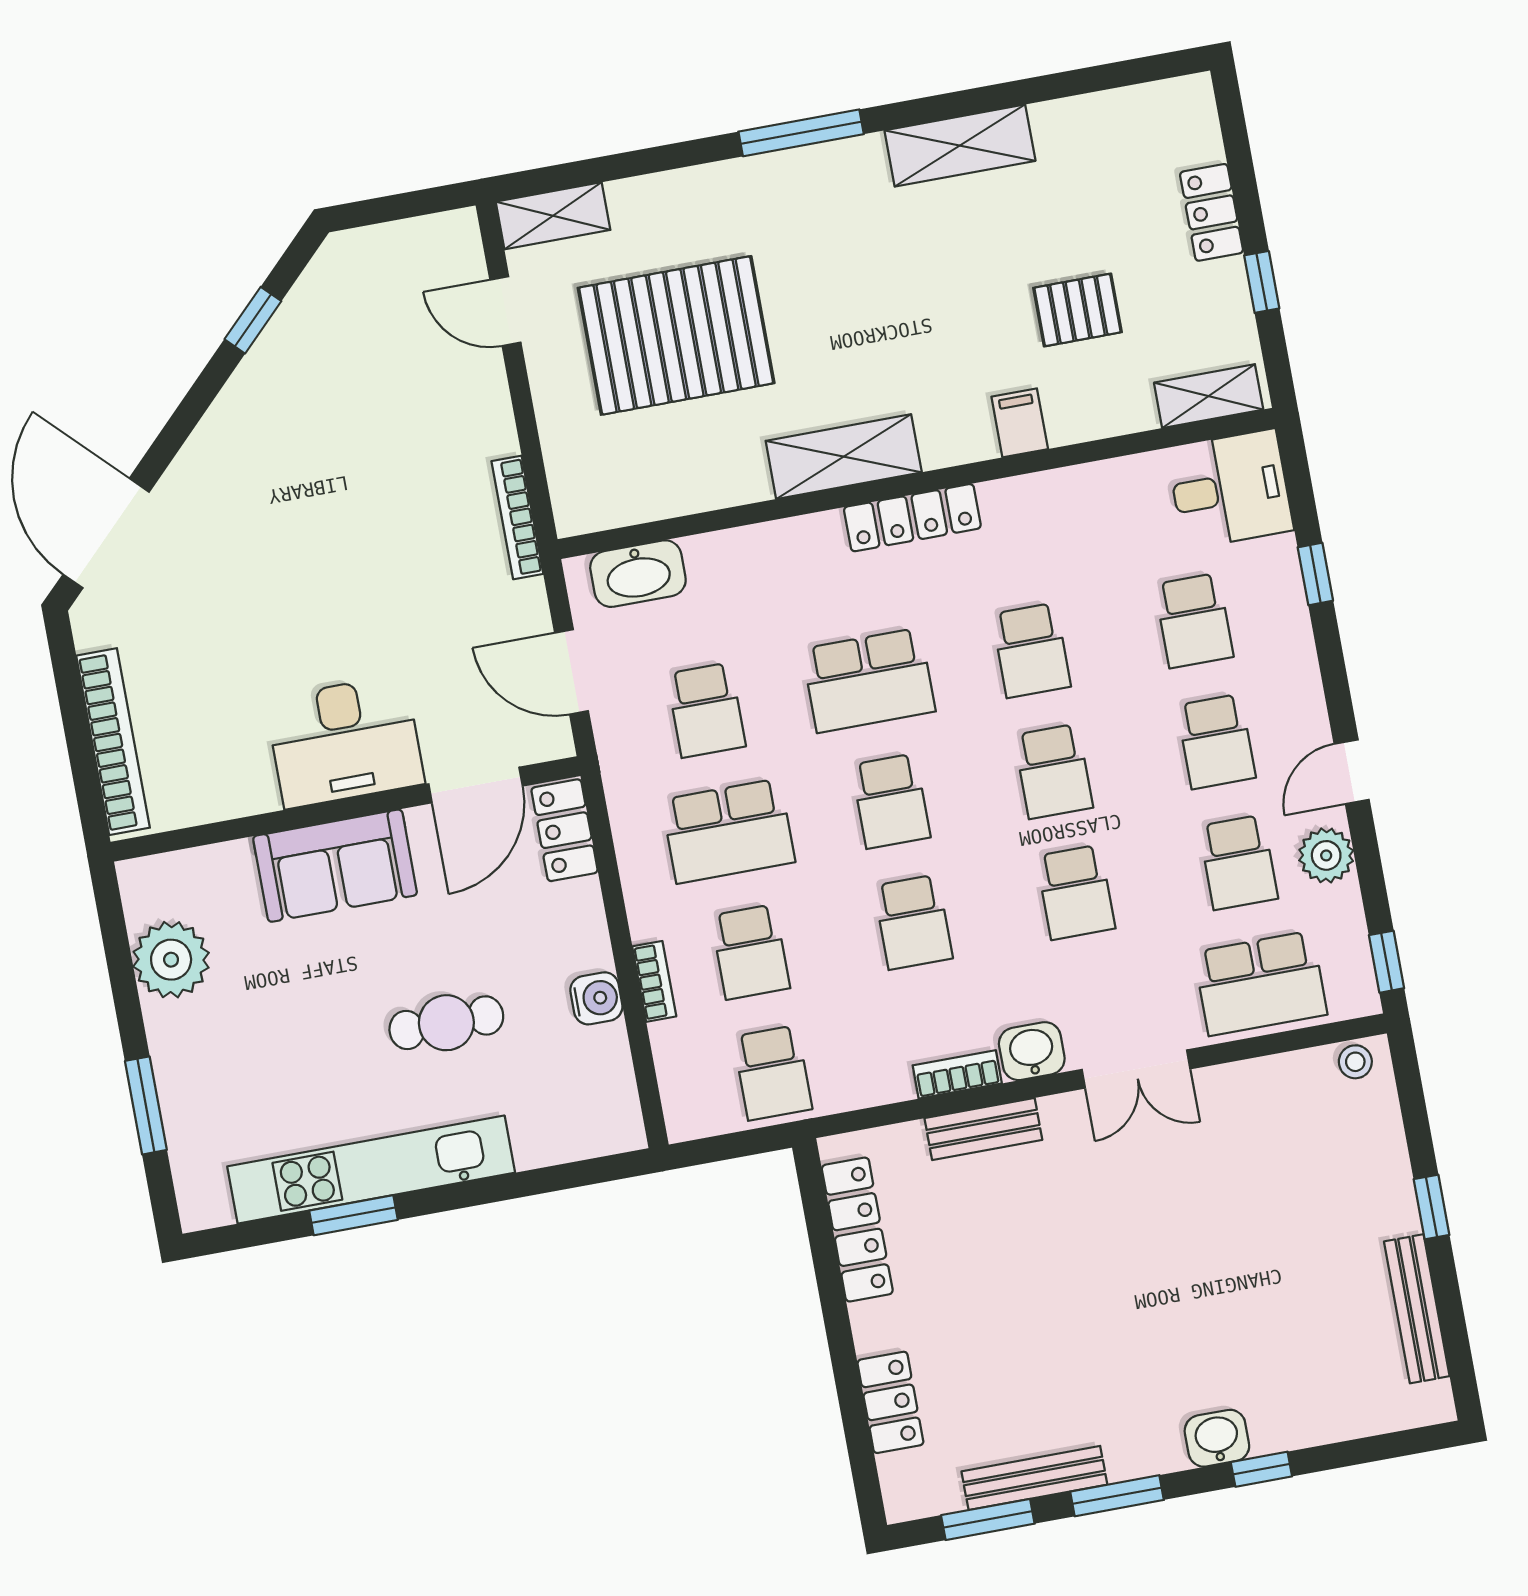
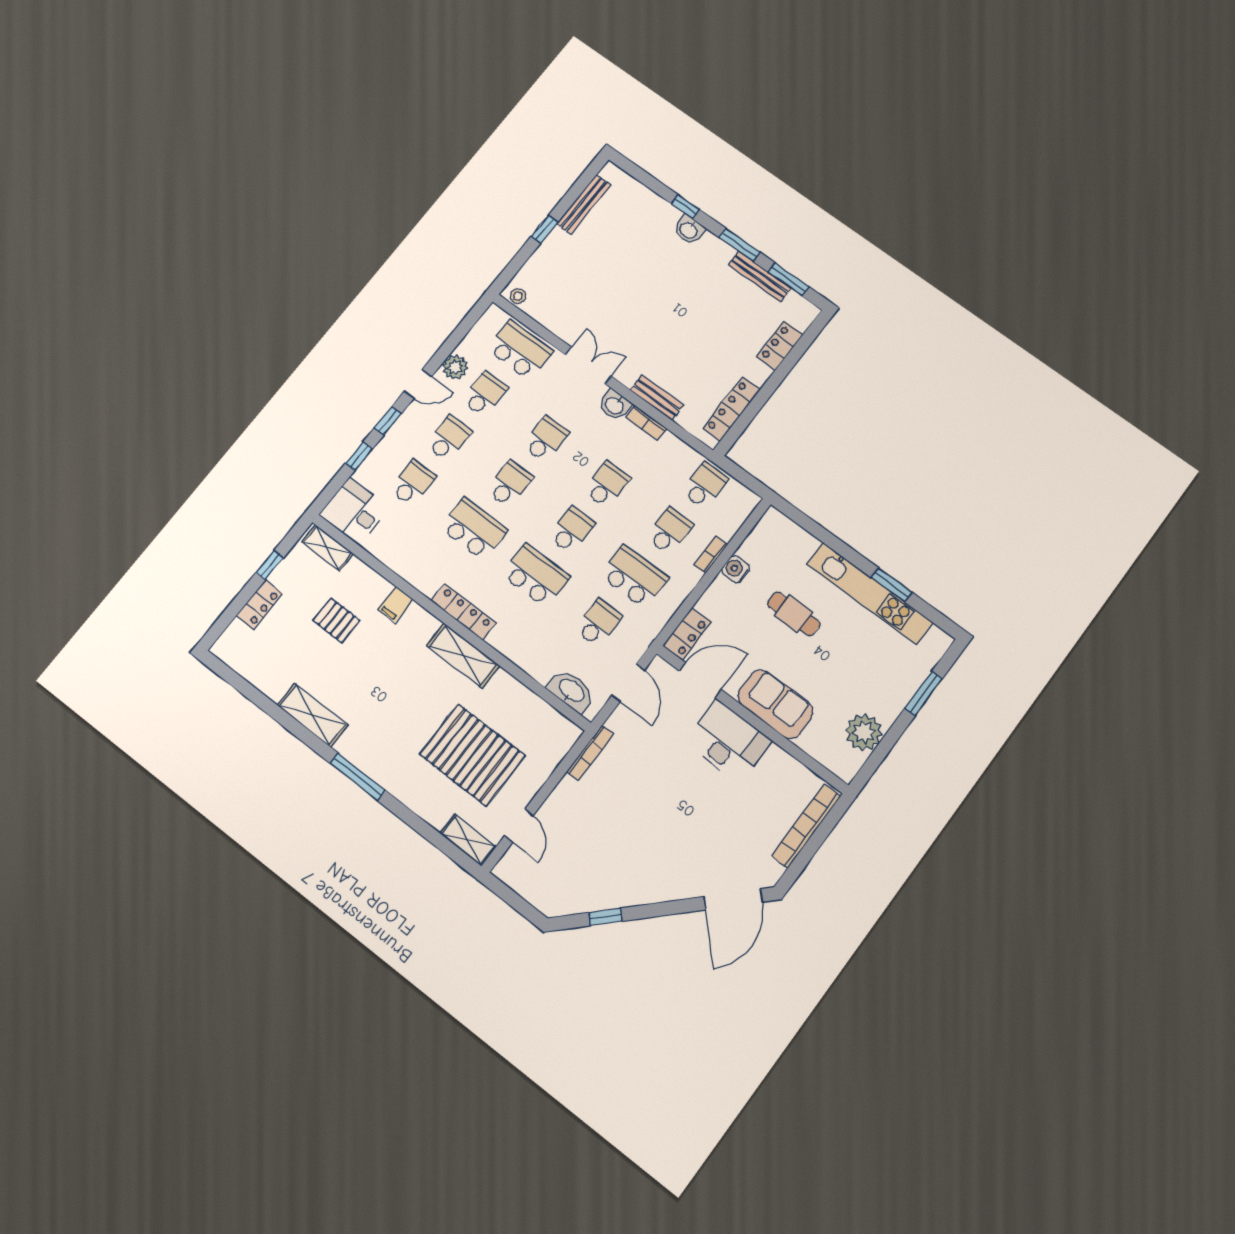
school desk: (1031, 650) -> (474, 529), width x1.85
window: (1386, 962) -> (388, 421), moved

